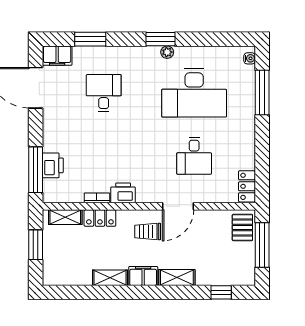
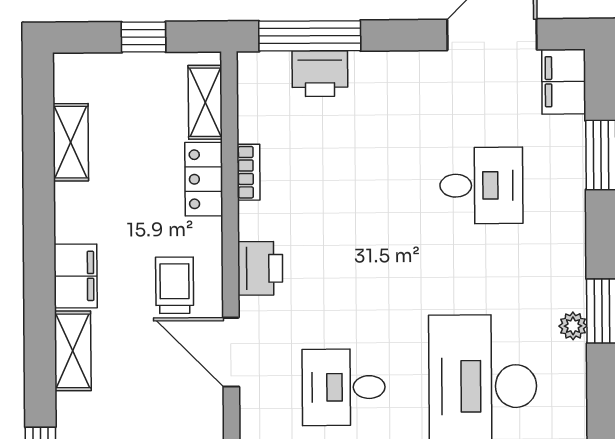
printer: (123, 193) -> (260, 268), moved
window: (36, 245) -> (144, 37), width x0.67
shelving: (110, 278) -> (71, 142), moved

